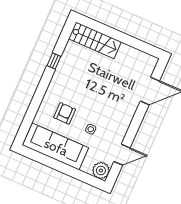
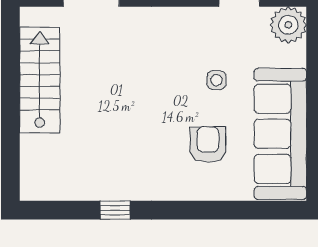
stairs: (95, 40) -> (40, 80), moved
armchair: (65, 113) -> (208, 144), turned 90

